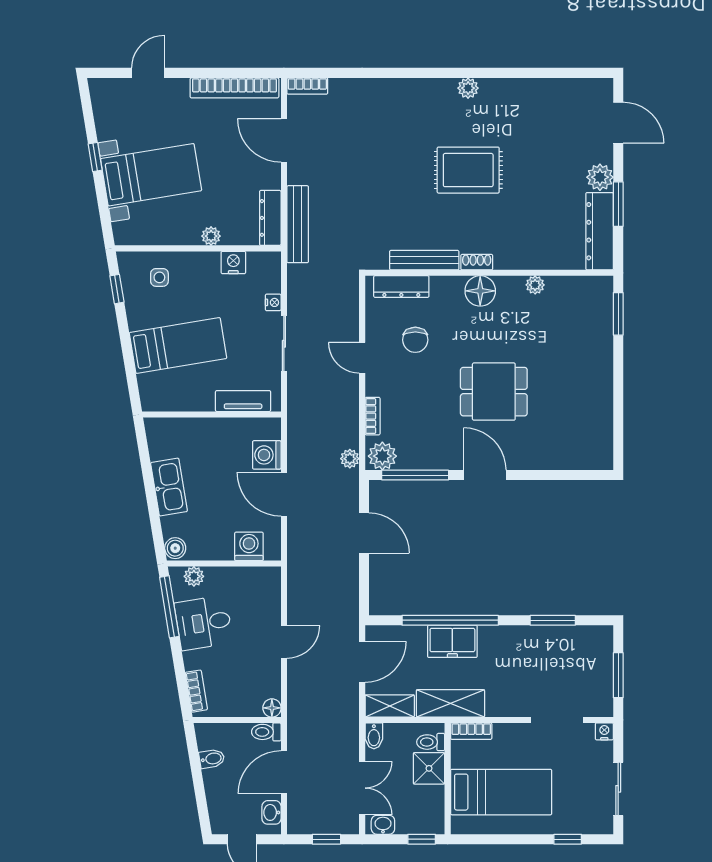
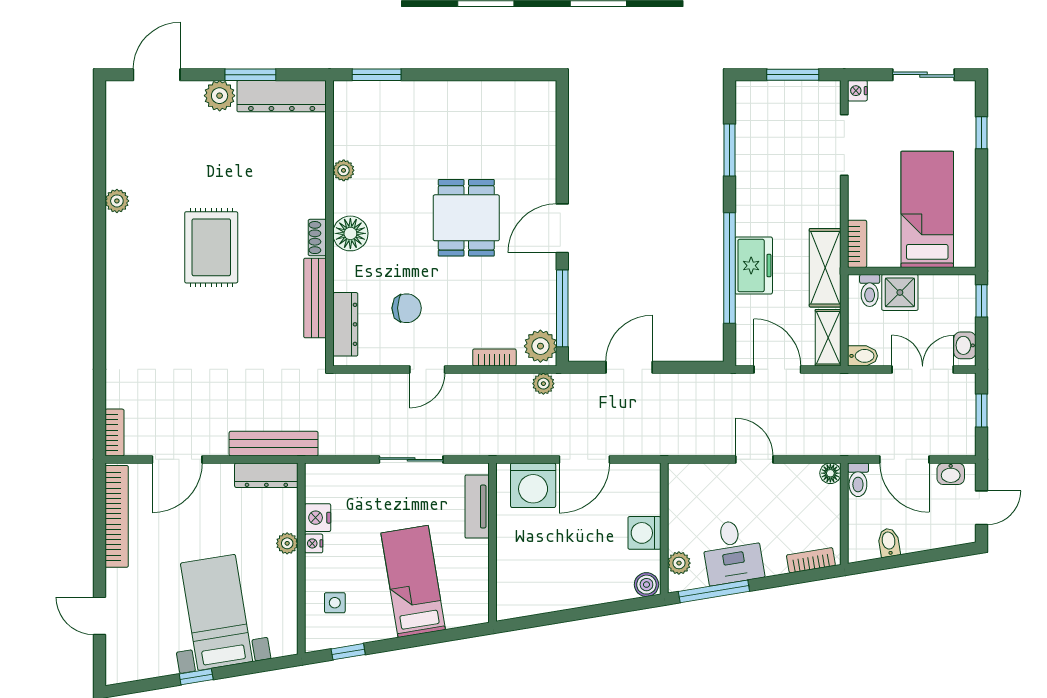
plant: (468, 88) -> (117, 201), moved
nightstand: (273, 302) -> (314, 543), moved, turned -90
washing machine: (267, 455) -> (533, 485), width x1.37, depth x1.37
kitchen sink: (169, 487) -> (576, 592), removed
washing machine: (249, 546) -> (644, 533), moved

